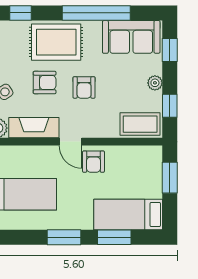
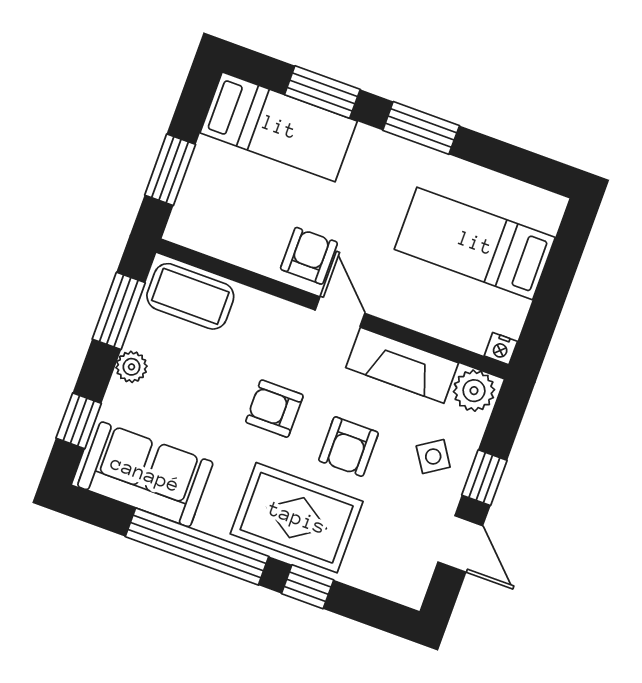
window: (20, 13) -> (308, 587), moved
armchair: (45, 82) -> (349, 447), turned -90
armchair: (84, 87) -> (274, 409), turned -90
window: (170, 106) -> (119, 311), width x1.50

